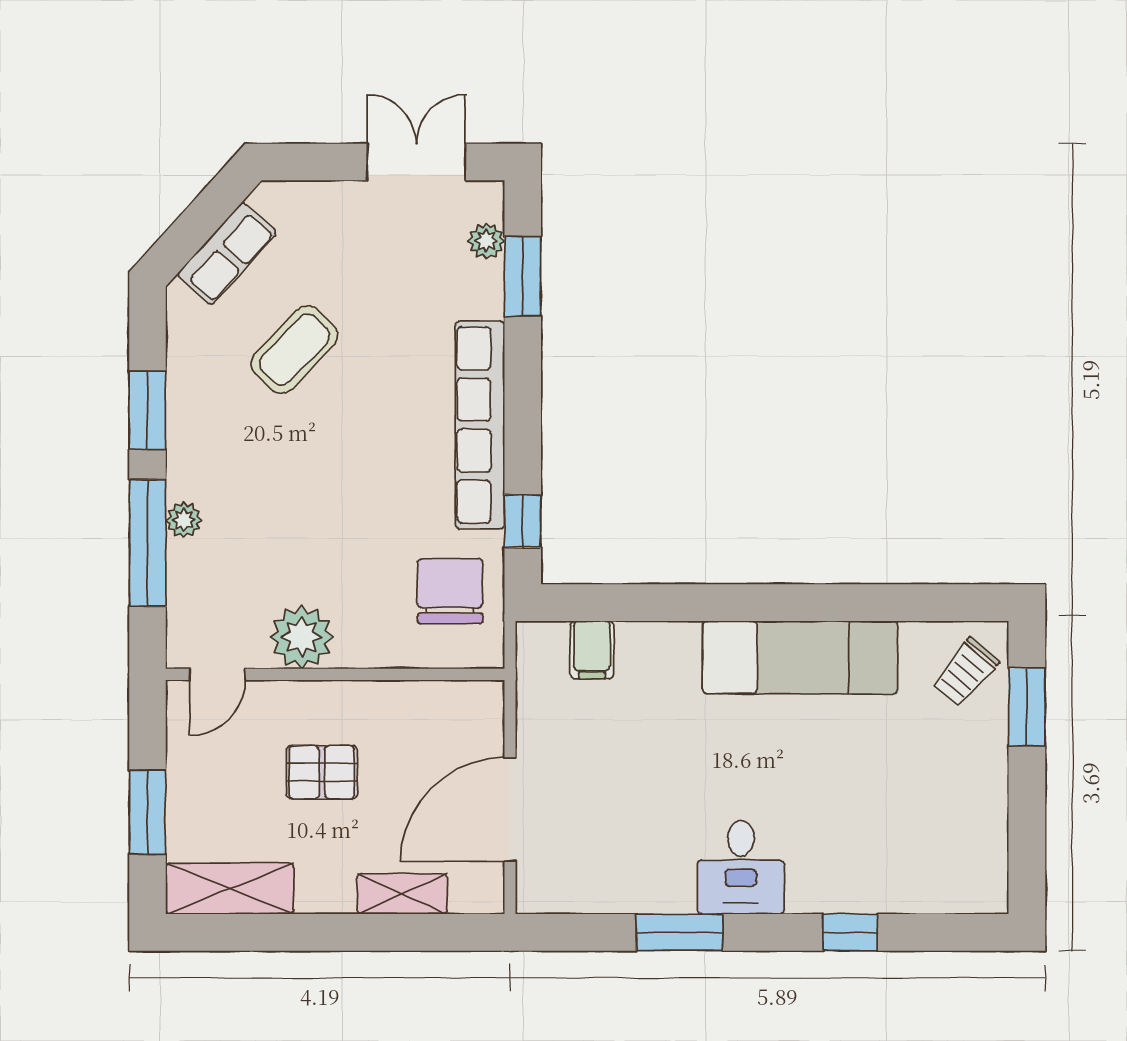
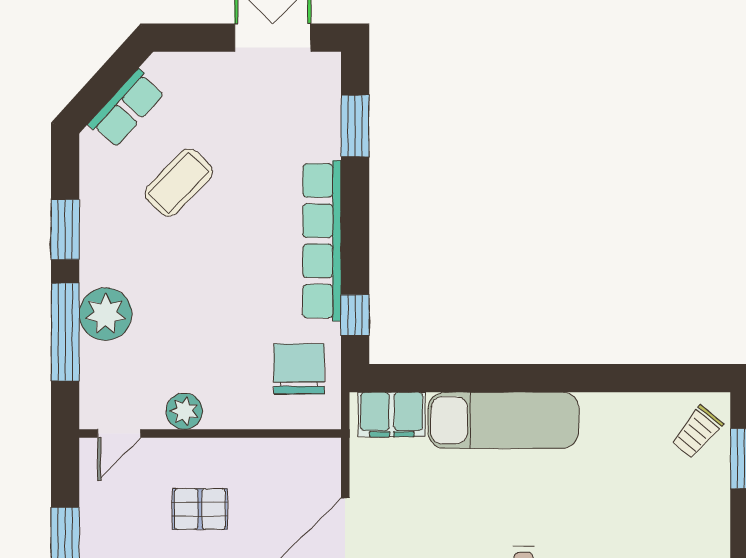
plant: (486, 241) -> (327, 99), removed
plant: (184, 520) -> (106, 314), width x1.87, depth x1.87
plant: (302, 637) -> (184, 411), width x0.73, depth x0.73
filing cabinet: (592, 650) -> (392, 414), width x2.00
exam couch: (800, 657) -> (503, 420), moved

